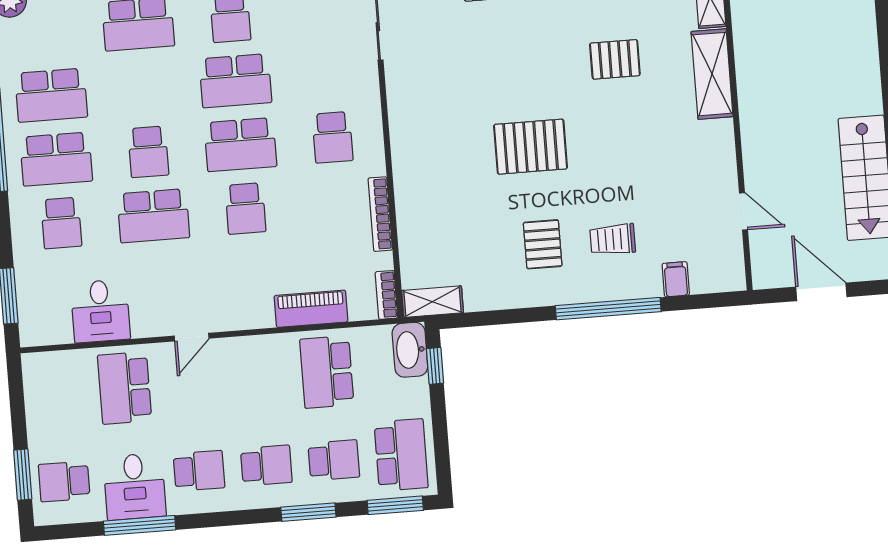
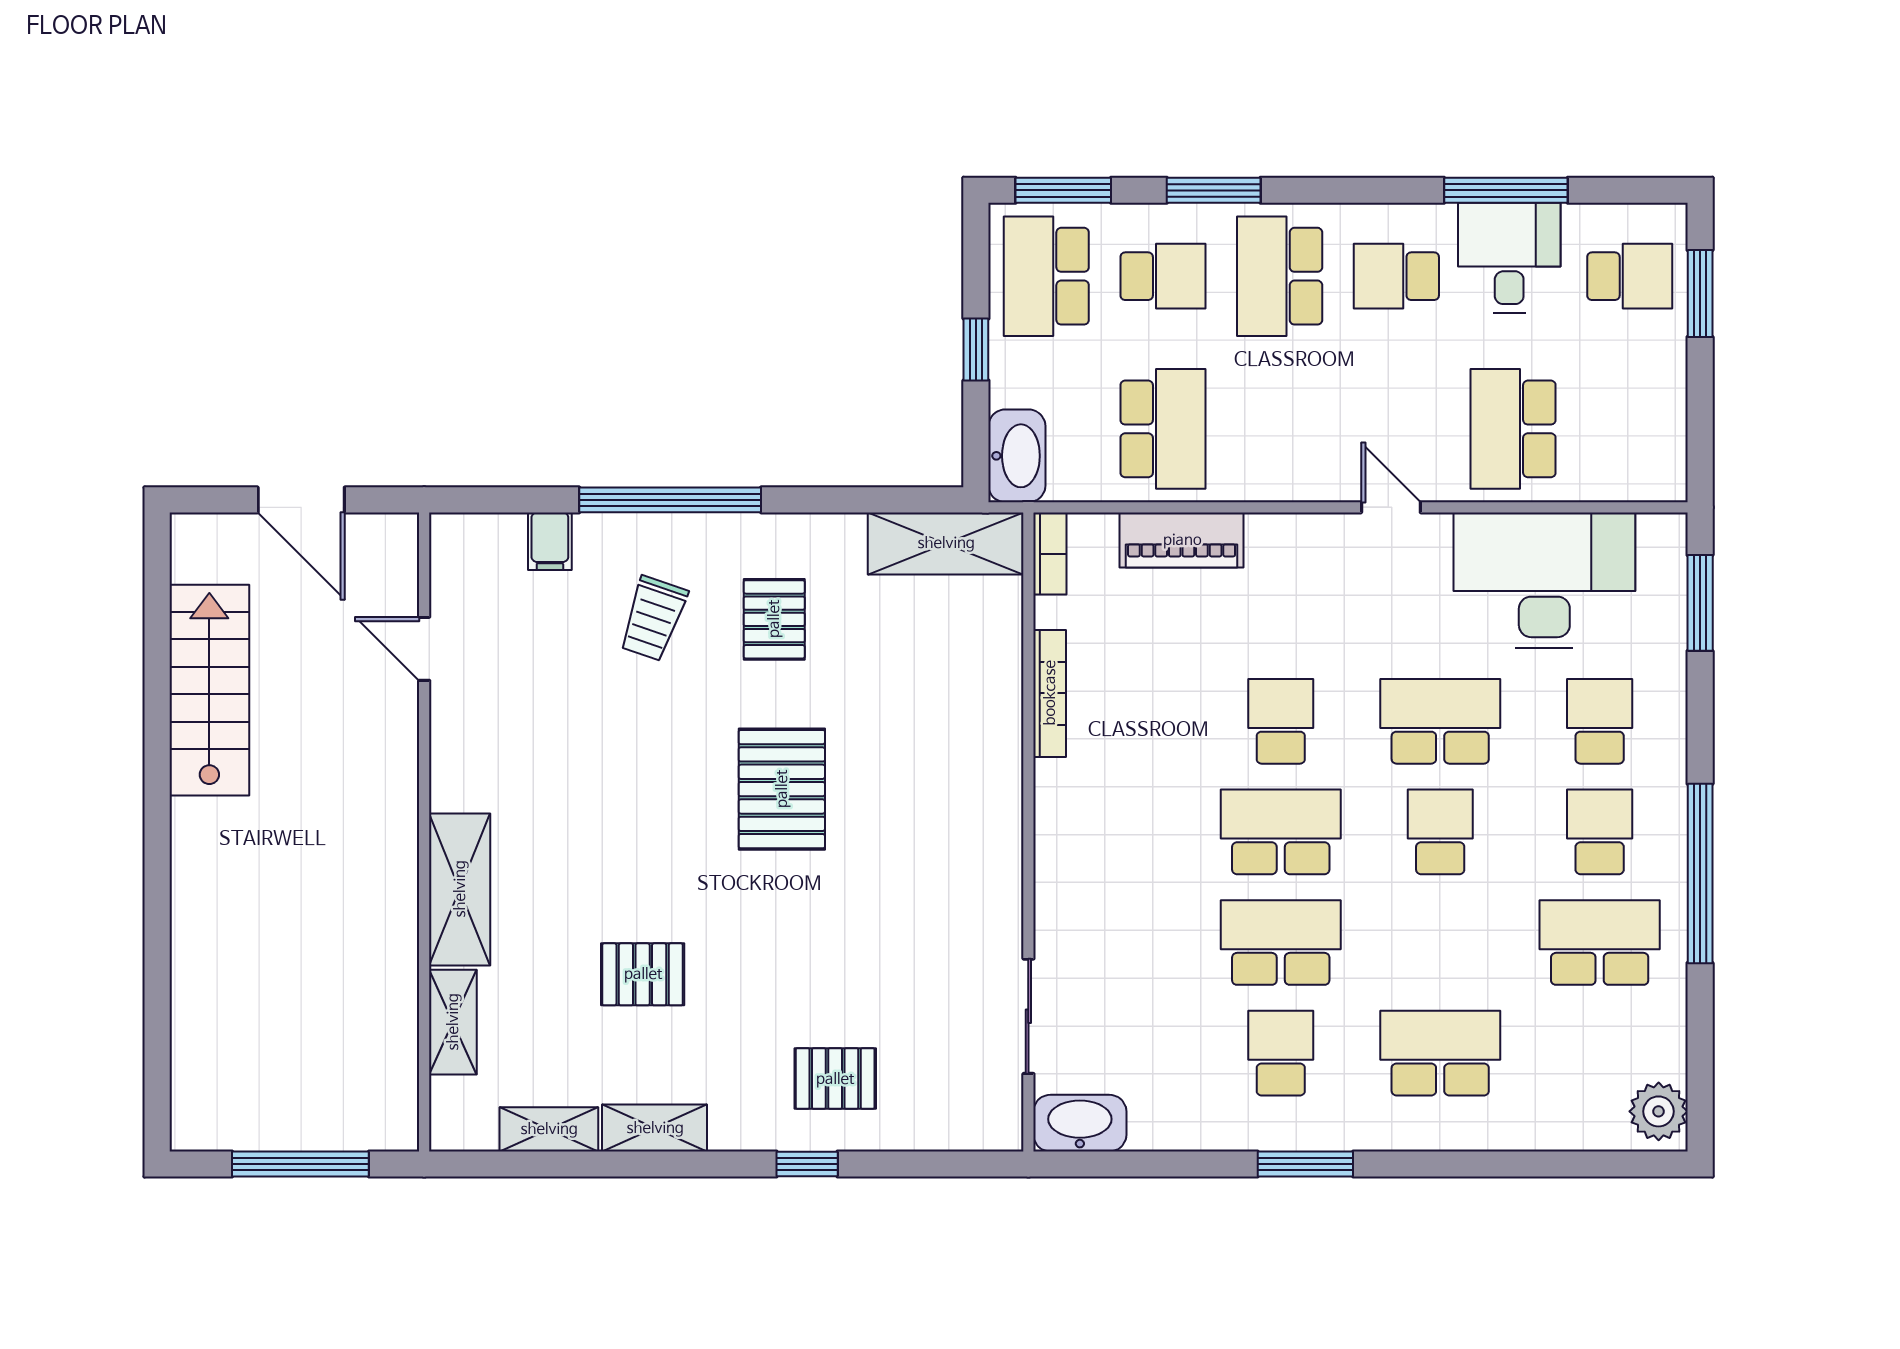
pallet: (615, 59) -> (643, 974), moved
school desk: (333, 137) -> (1121, 832), removed
pallet: (531, 147) -> (782, 789), turned 90
school desk: (56, 159) -> (1600, 832), width x0.54
trolley: (613, 239) -> (653, 618), turned 109
shelving: (432, 302) -> (946, 543), width x1.50, depth x1.33
desk: (100, 311) -> (1544, 580), width x1.87, depth x1.30
door: (192, 337) -> (1391, 507), hinge flipped
window: (435, 366) -> (976, 350), moved
school desk: (125, 388) -> (1513, 429), turned 180
school desk: (334, 460) -> (1163, 276), turned 180
school desk: (266, 466) -> (1280, 276), width x1.85

